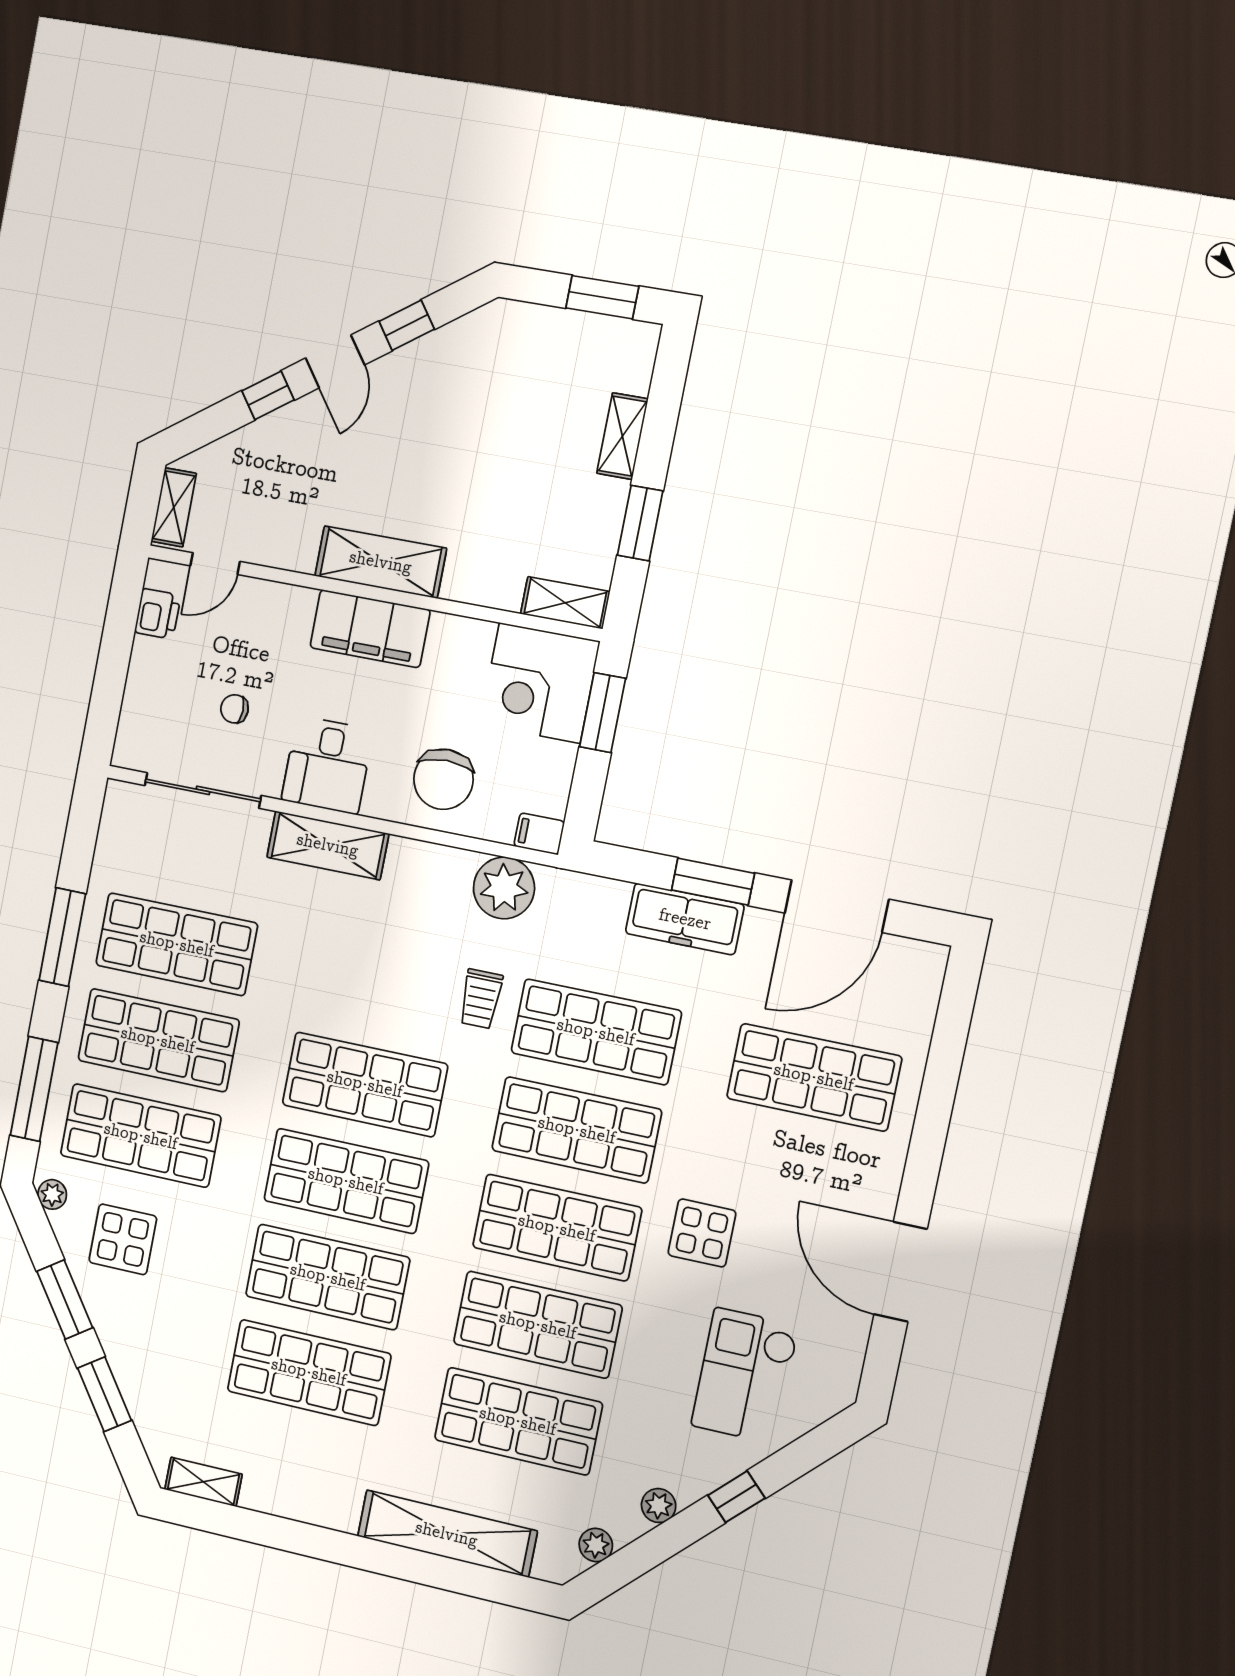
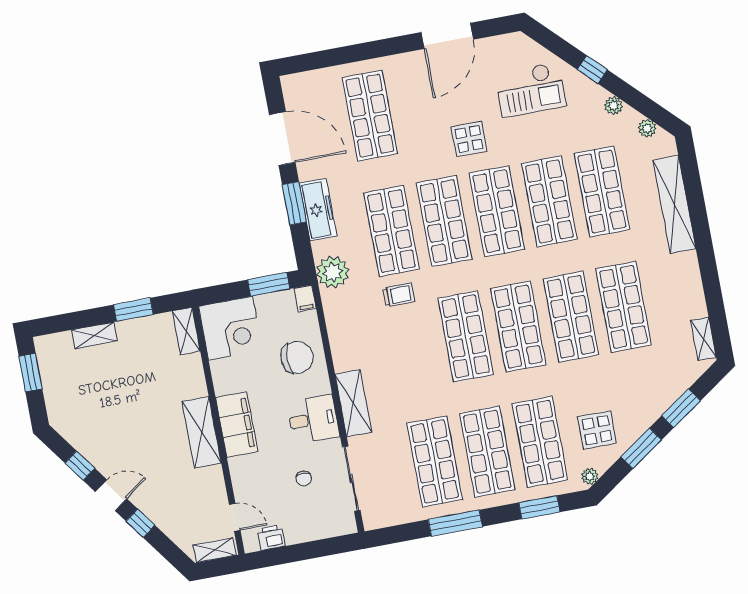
window: (603, 713) -> (269, 284), moved
plant: (504, 888) -> (333, 272), moved
window: (34, 1089) -> (539, 507), width x0.69

